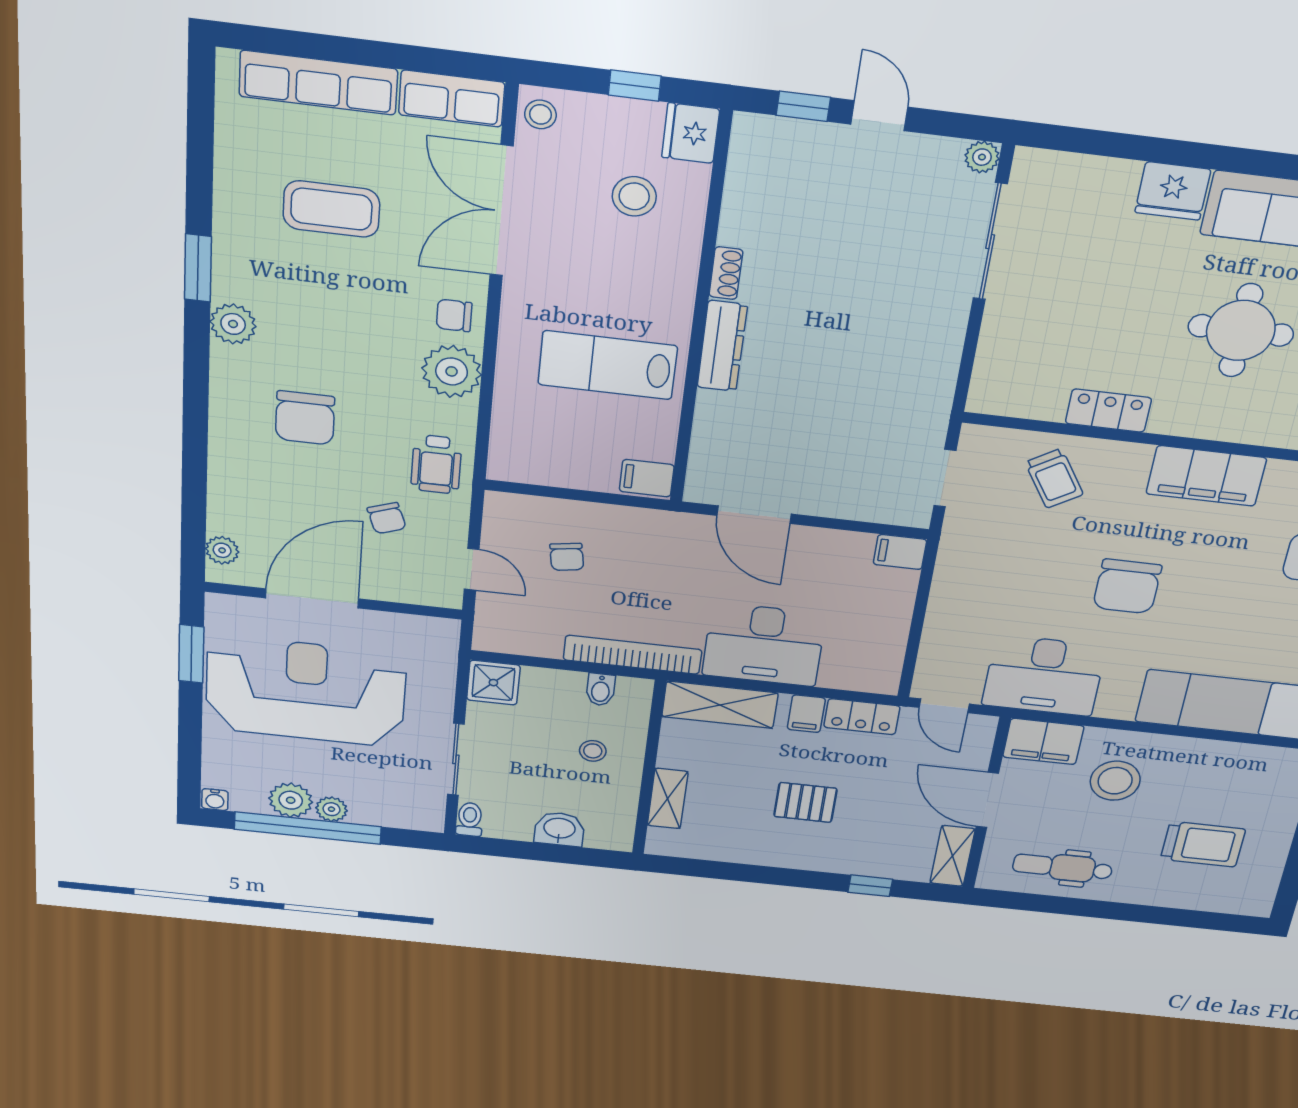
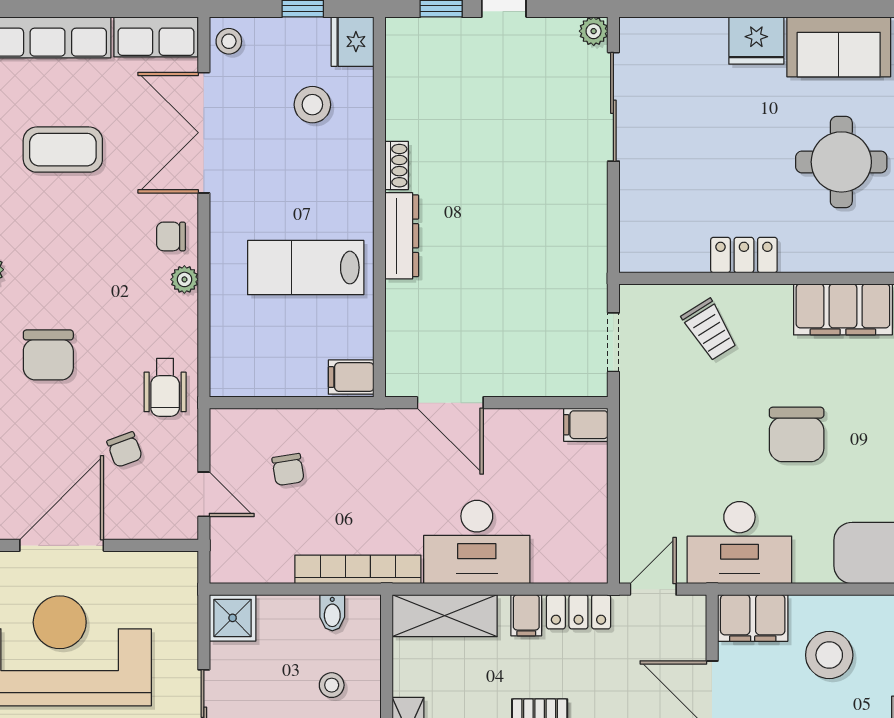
plant: (452, 371) -> (184, 279), width x0.53, depth x0.53
door: (944, 706) -> (653, 589), swing flipped

